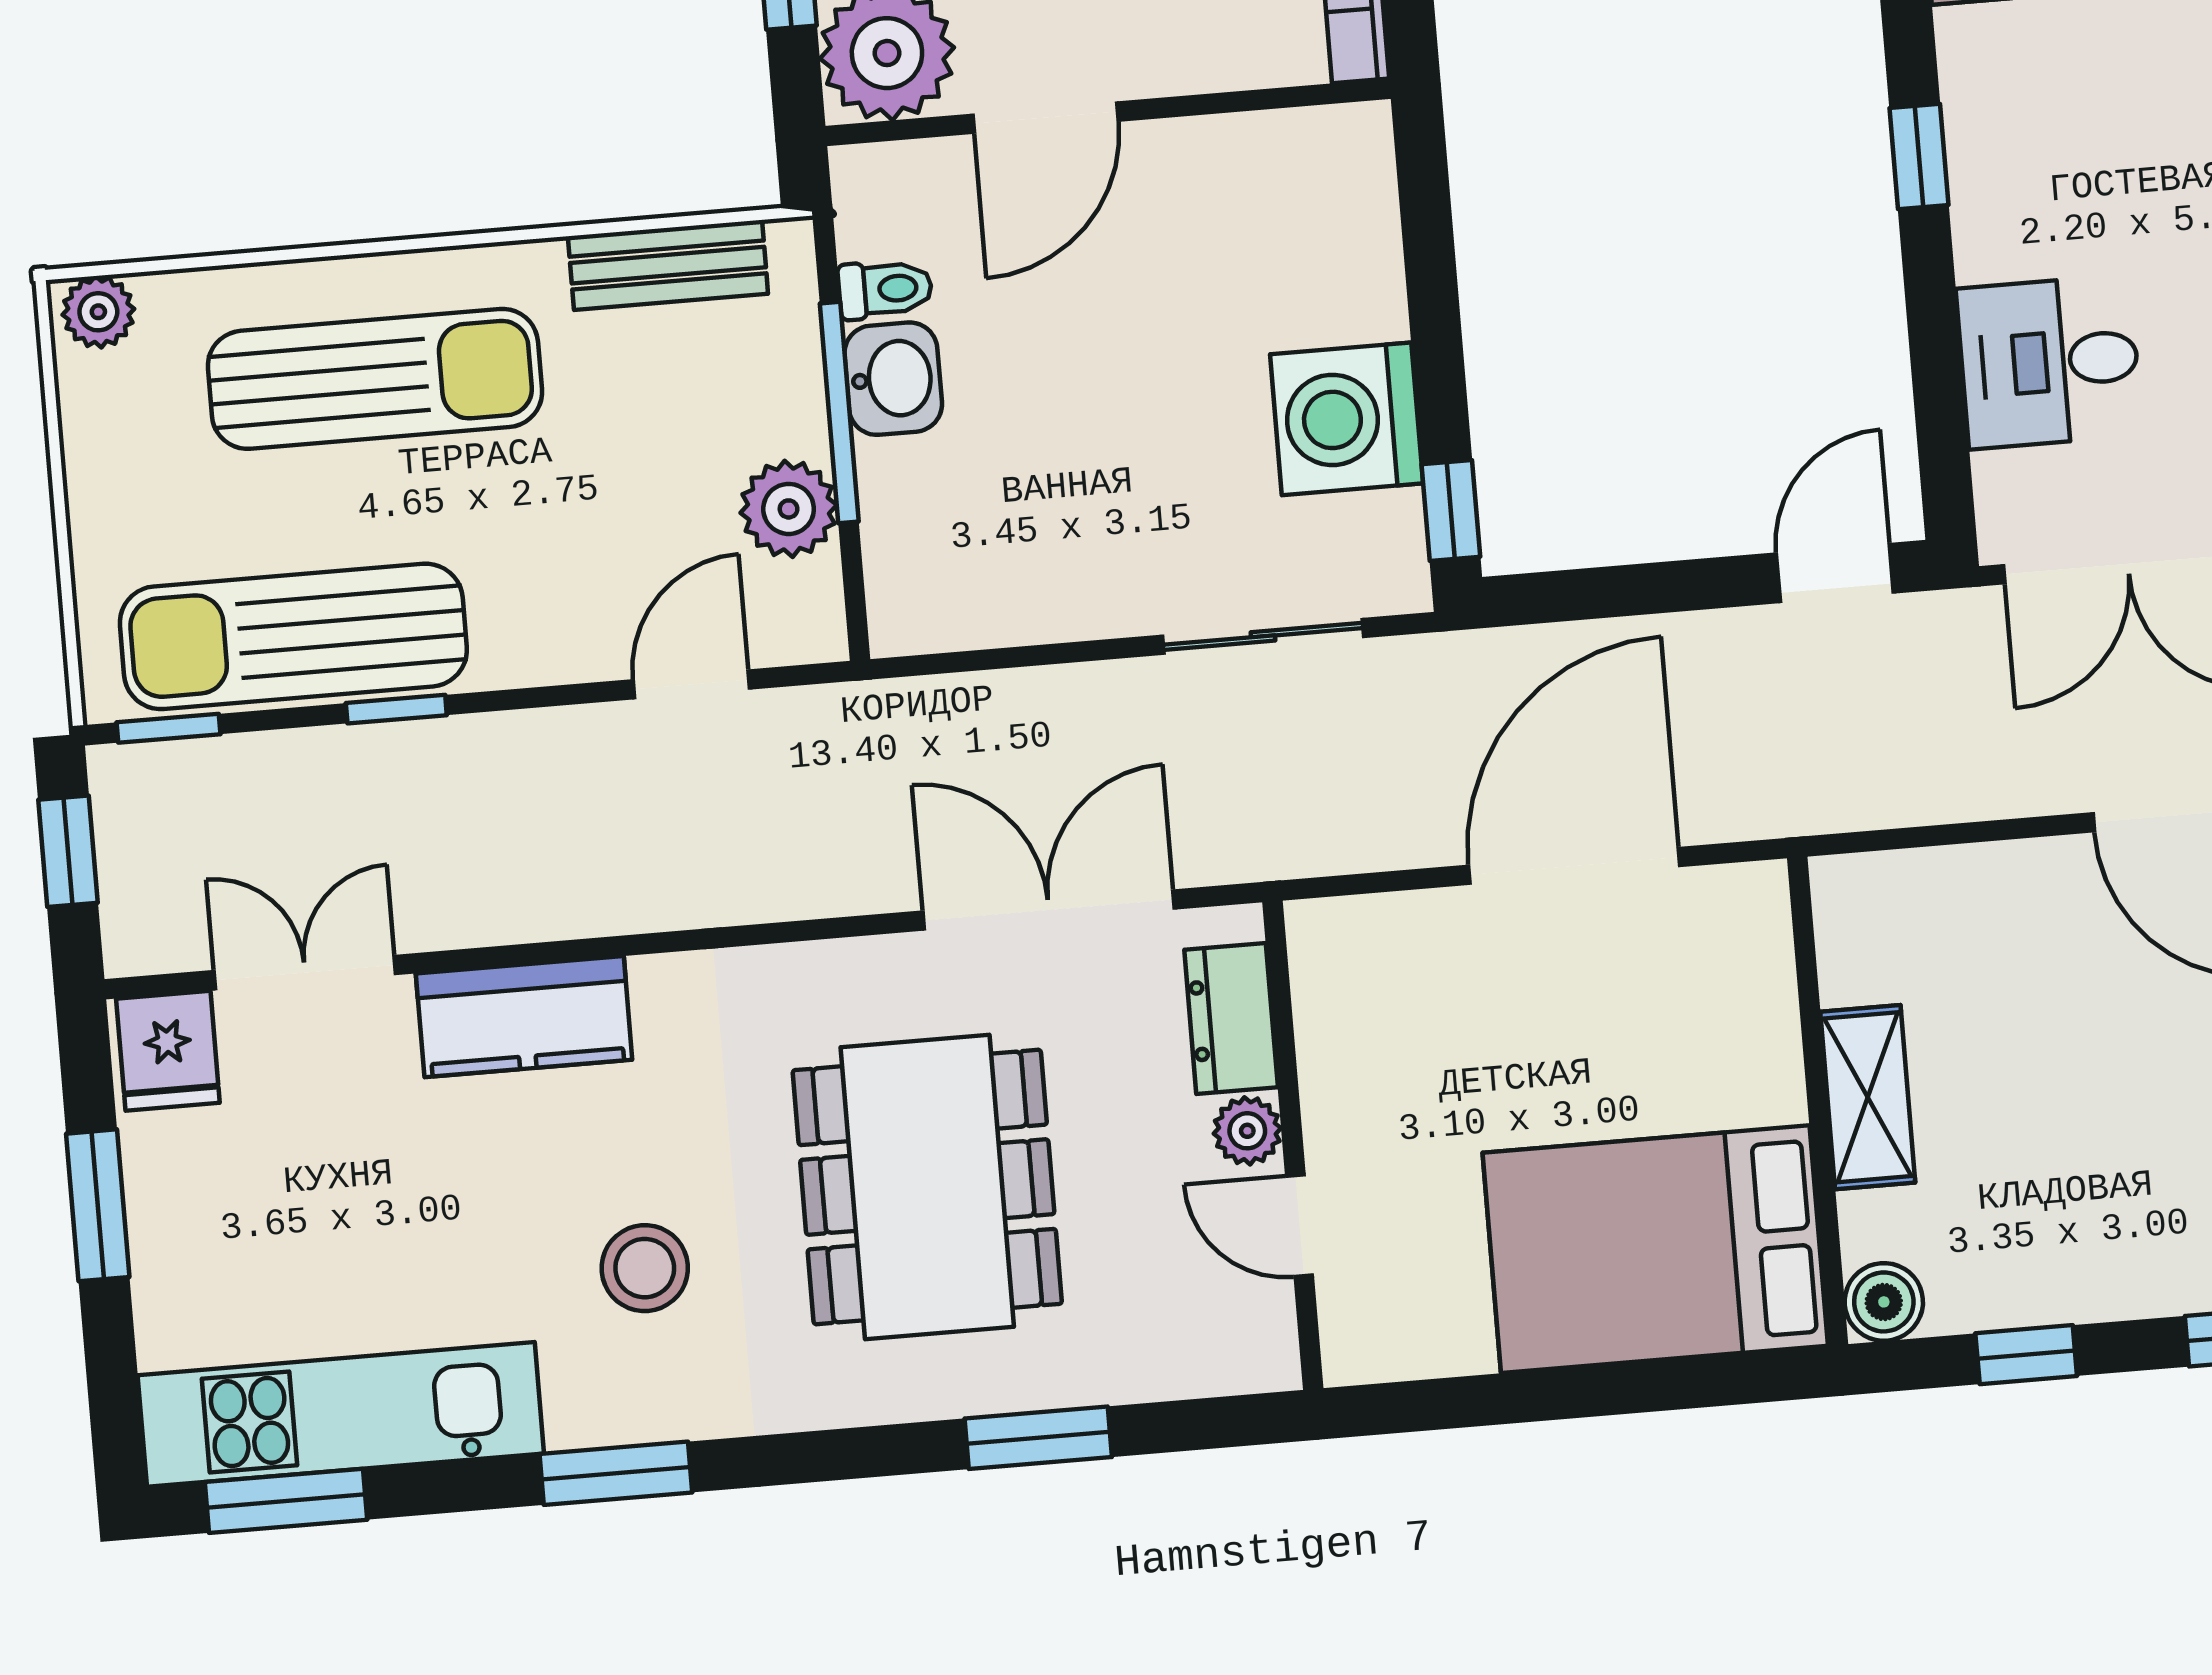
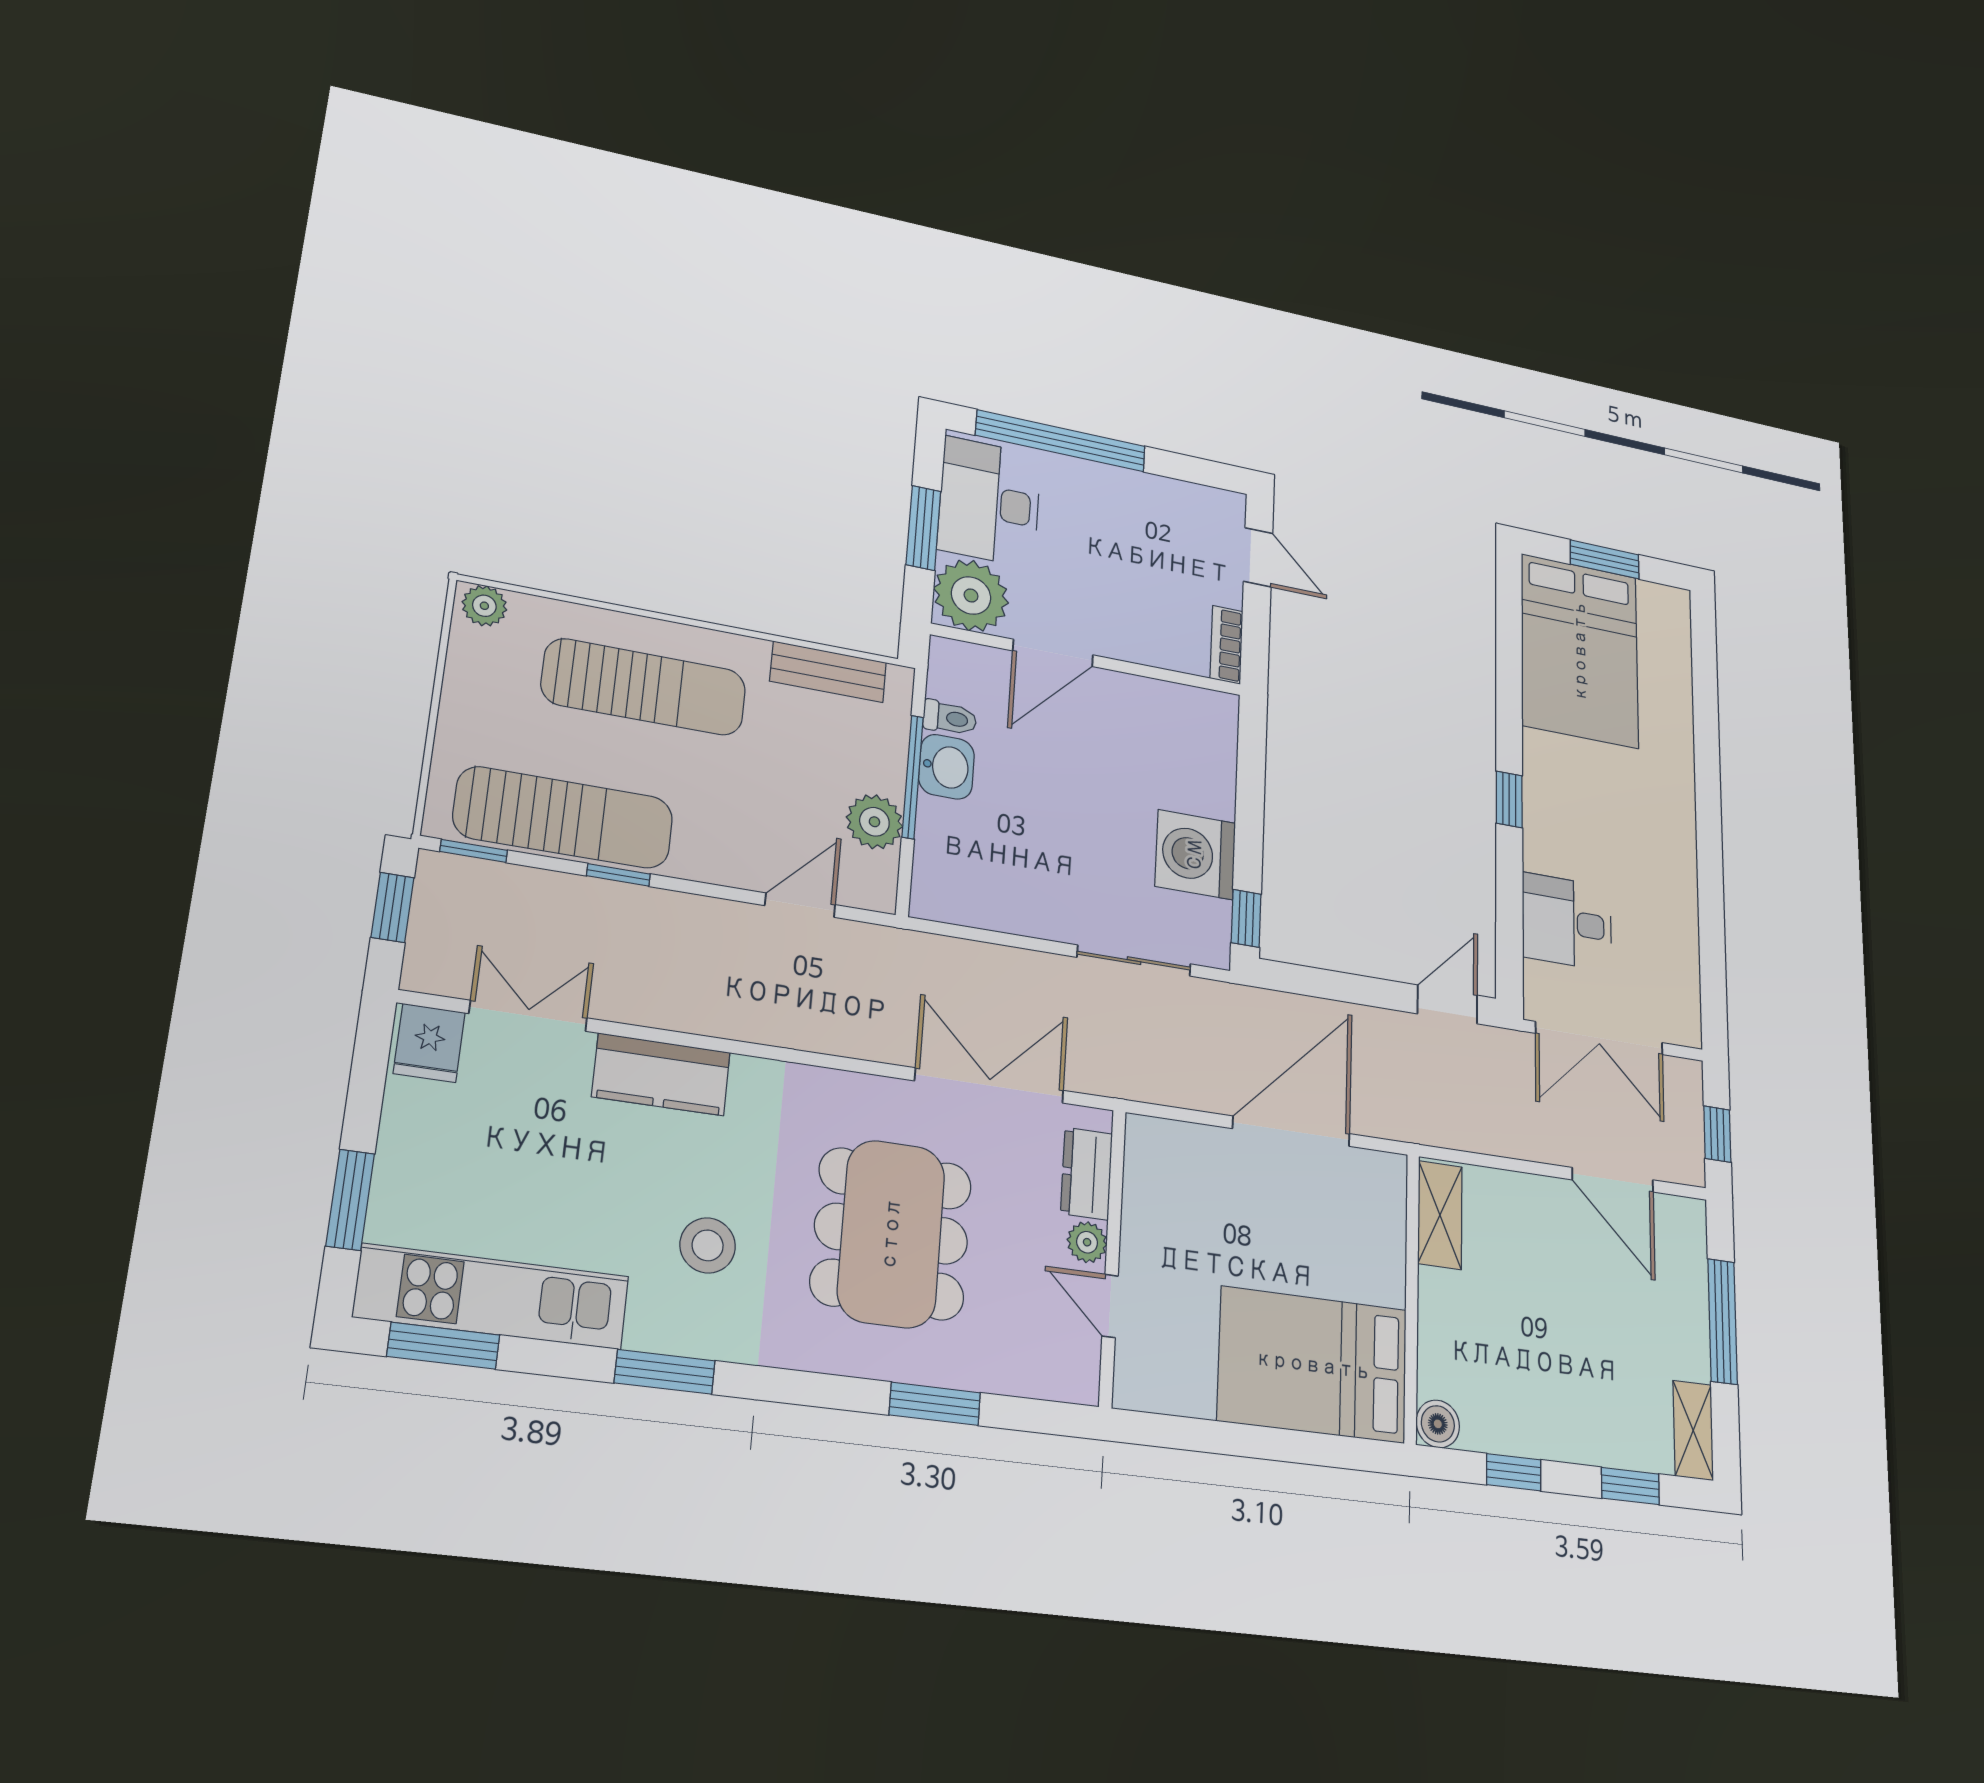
sun lounger: (293, 636) -> (564, 818), turned 180
shelving: (1868, 1097) -> (1440, 1215), moved
window: (98, 1205) -> (350, 1200), moved

